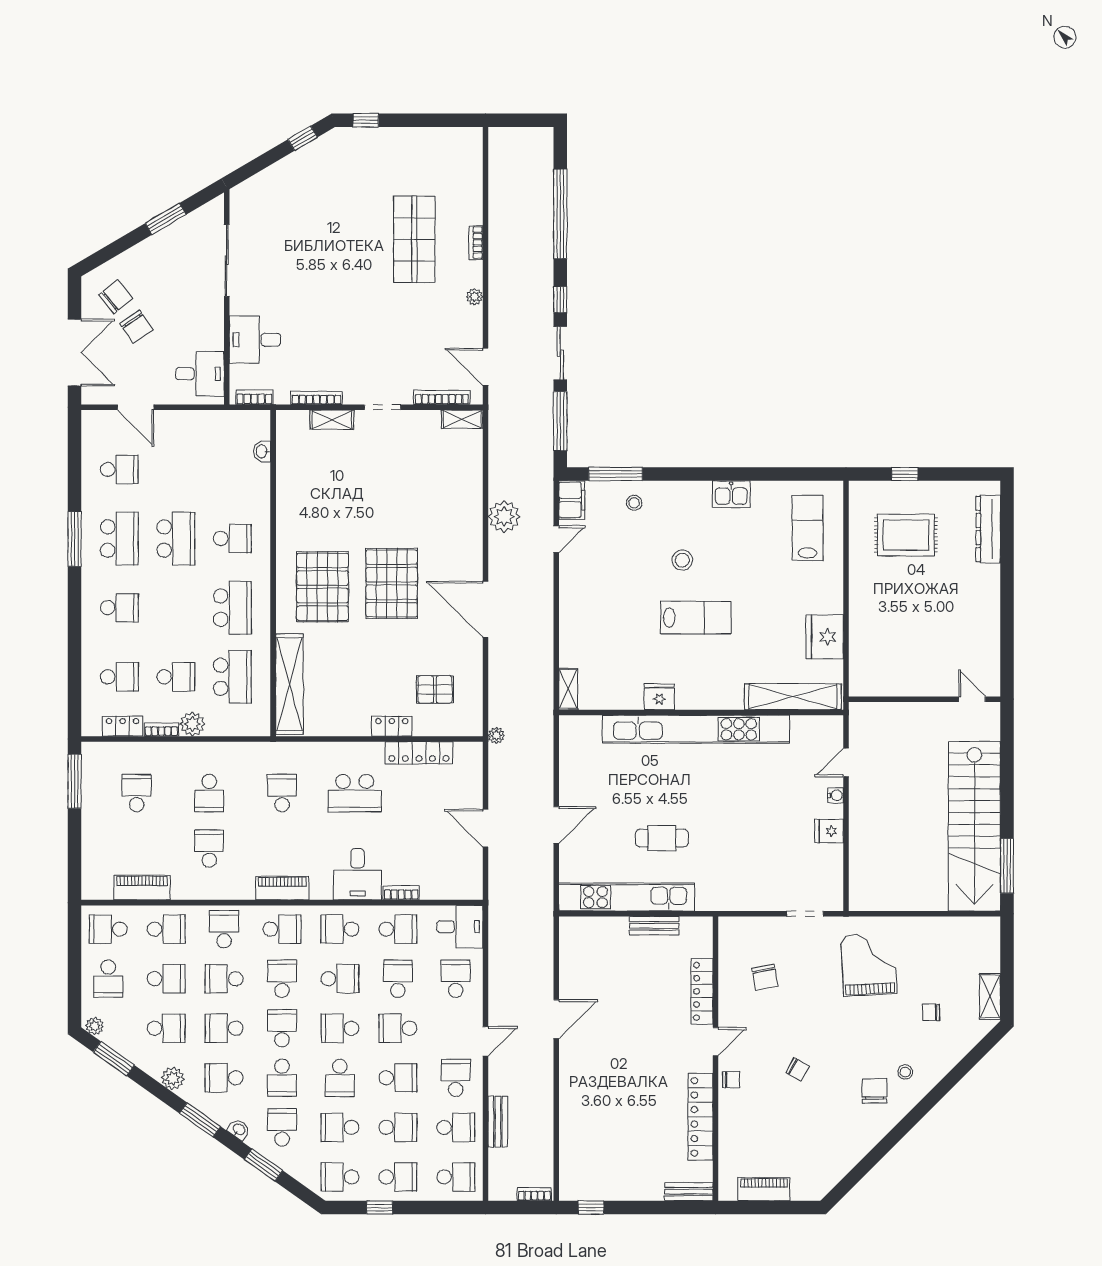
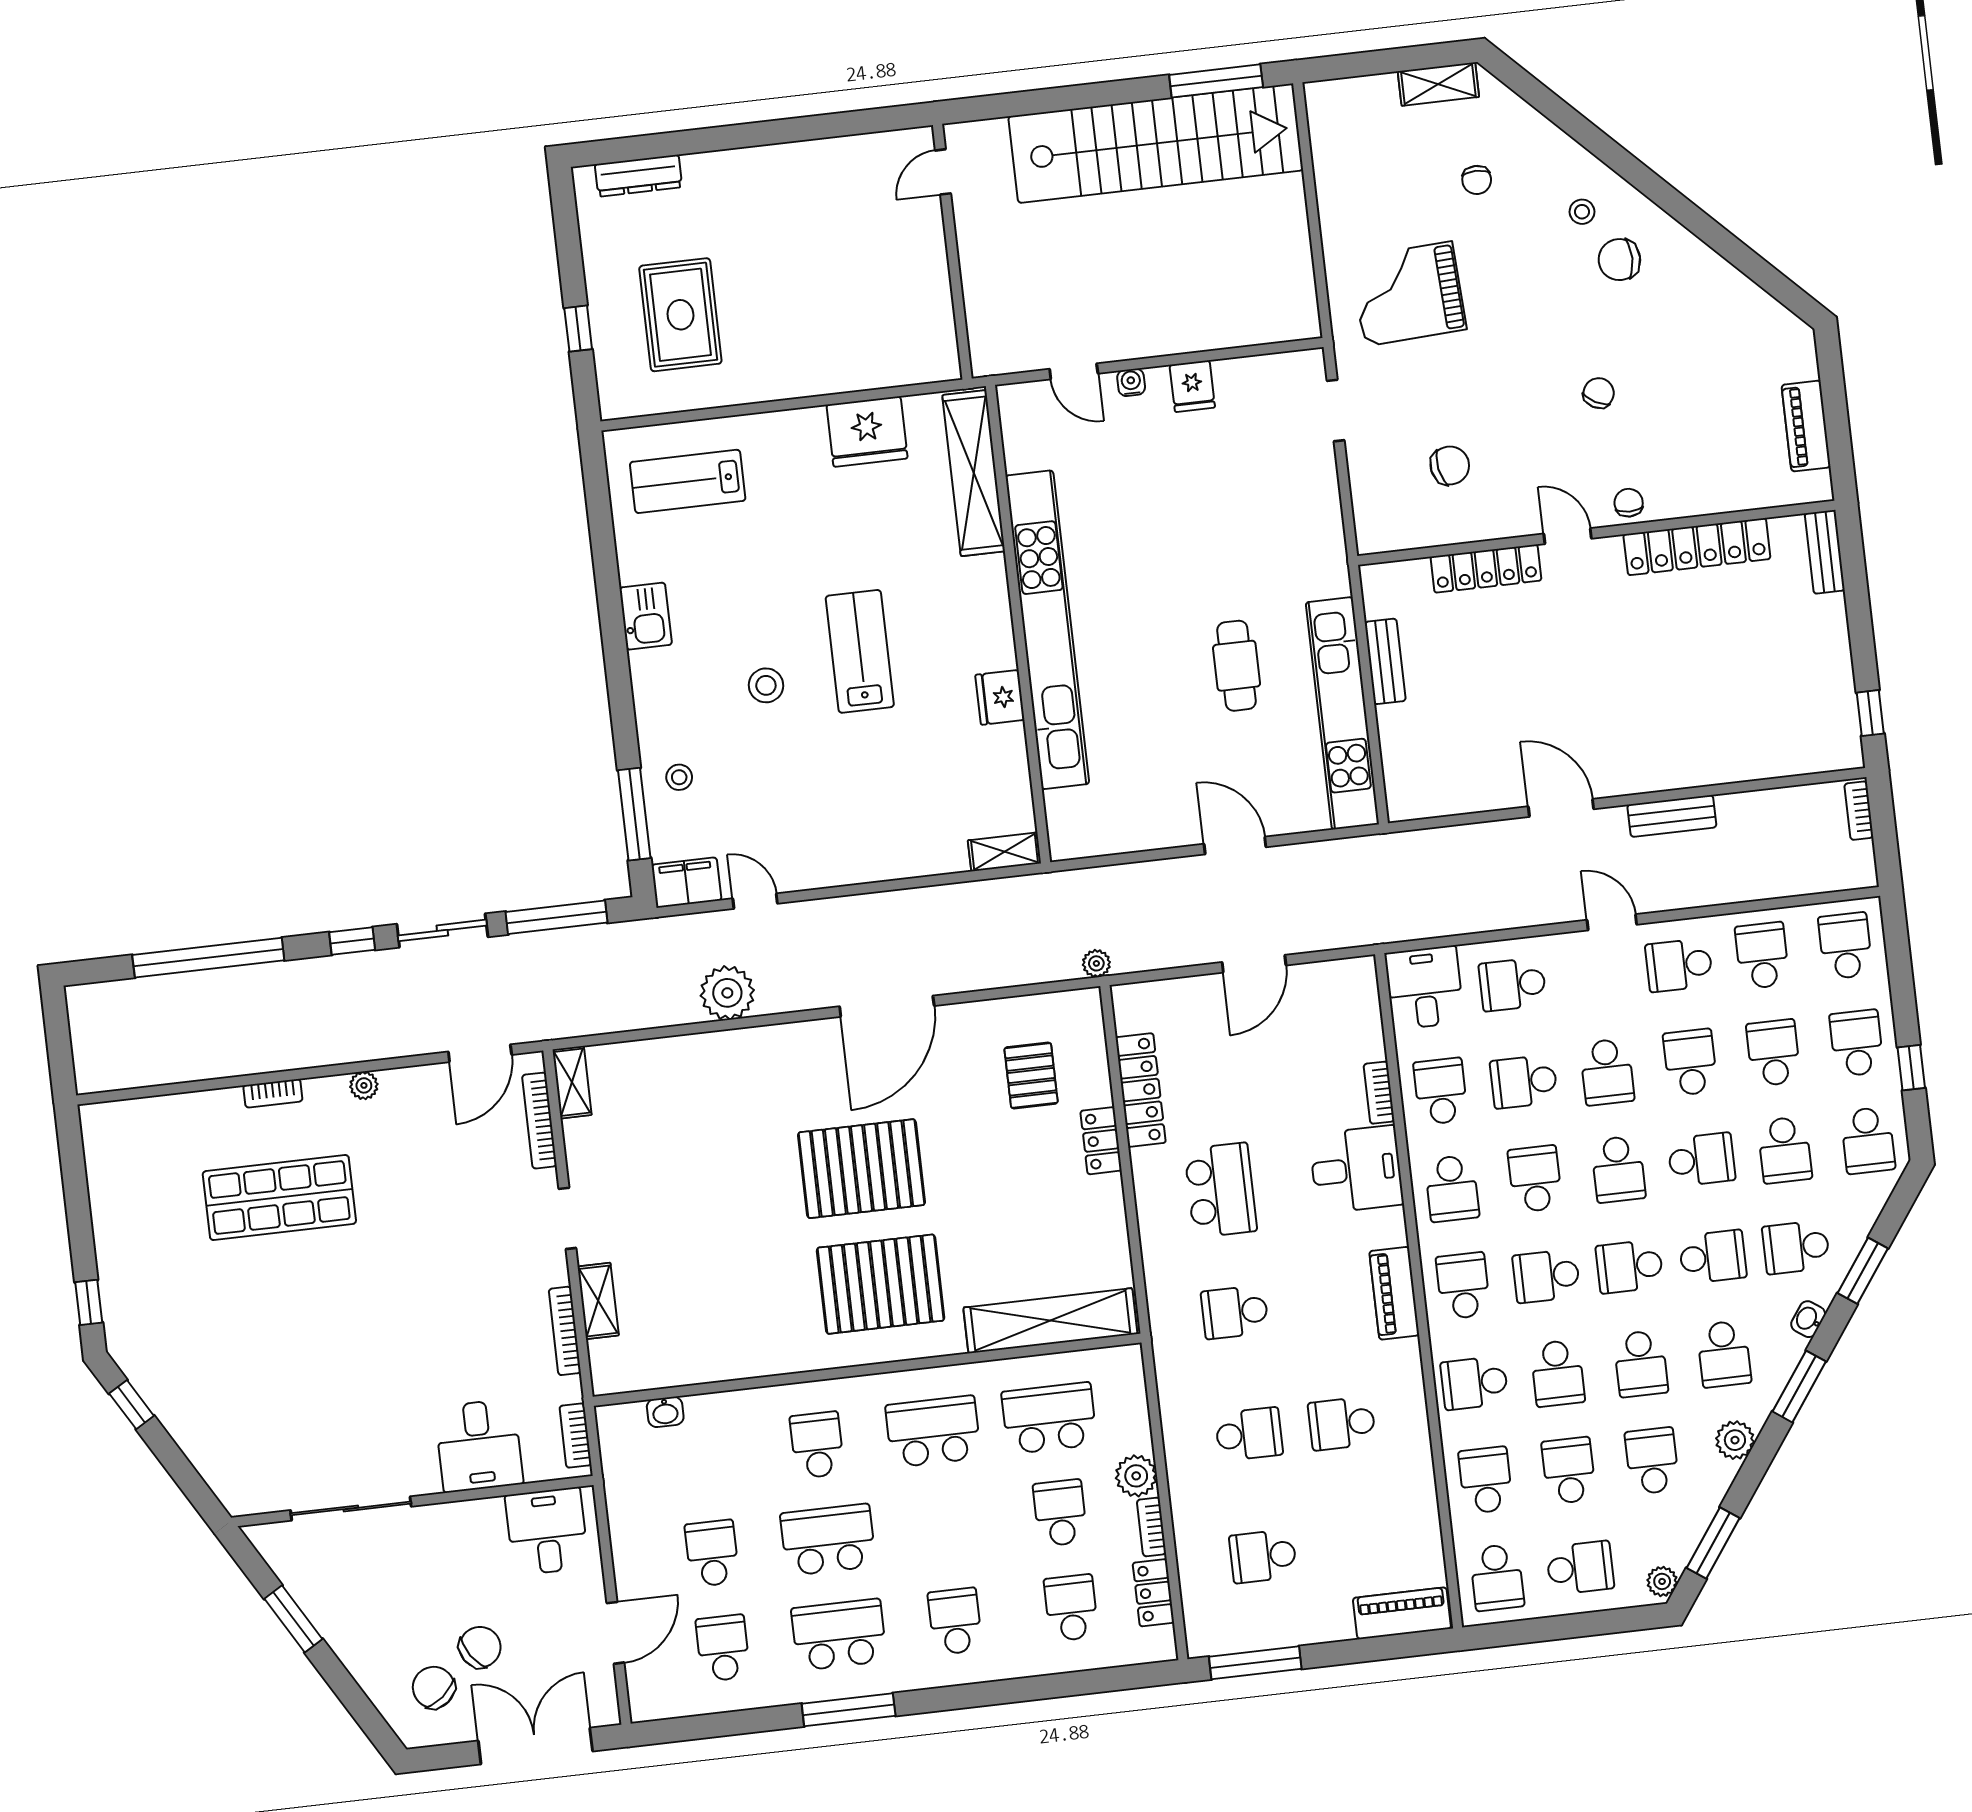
school desk: (176, 469) -> (712, 1553), added
dresser: (988, 529) -> (638, 176), width x0.73, depth x0.80
piano: (142, 888) -> (1402, 1613), moved, turned 90
bench: (498, 1122) -> (1672, 816), moved

